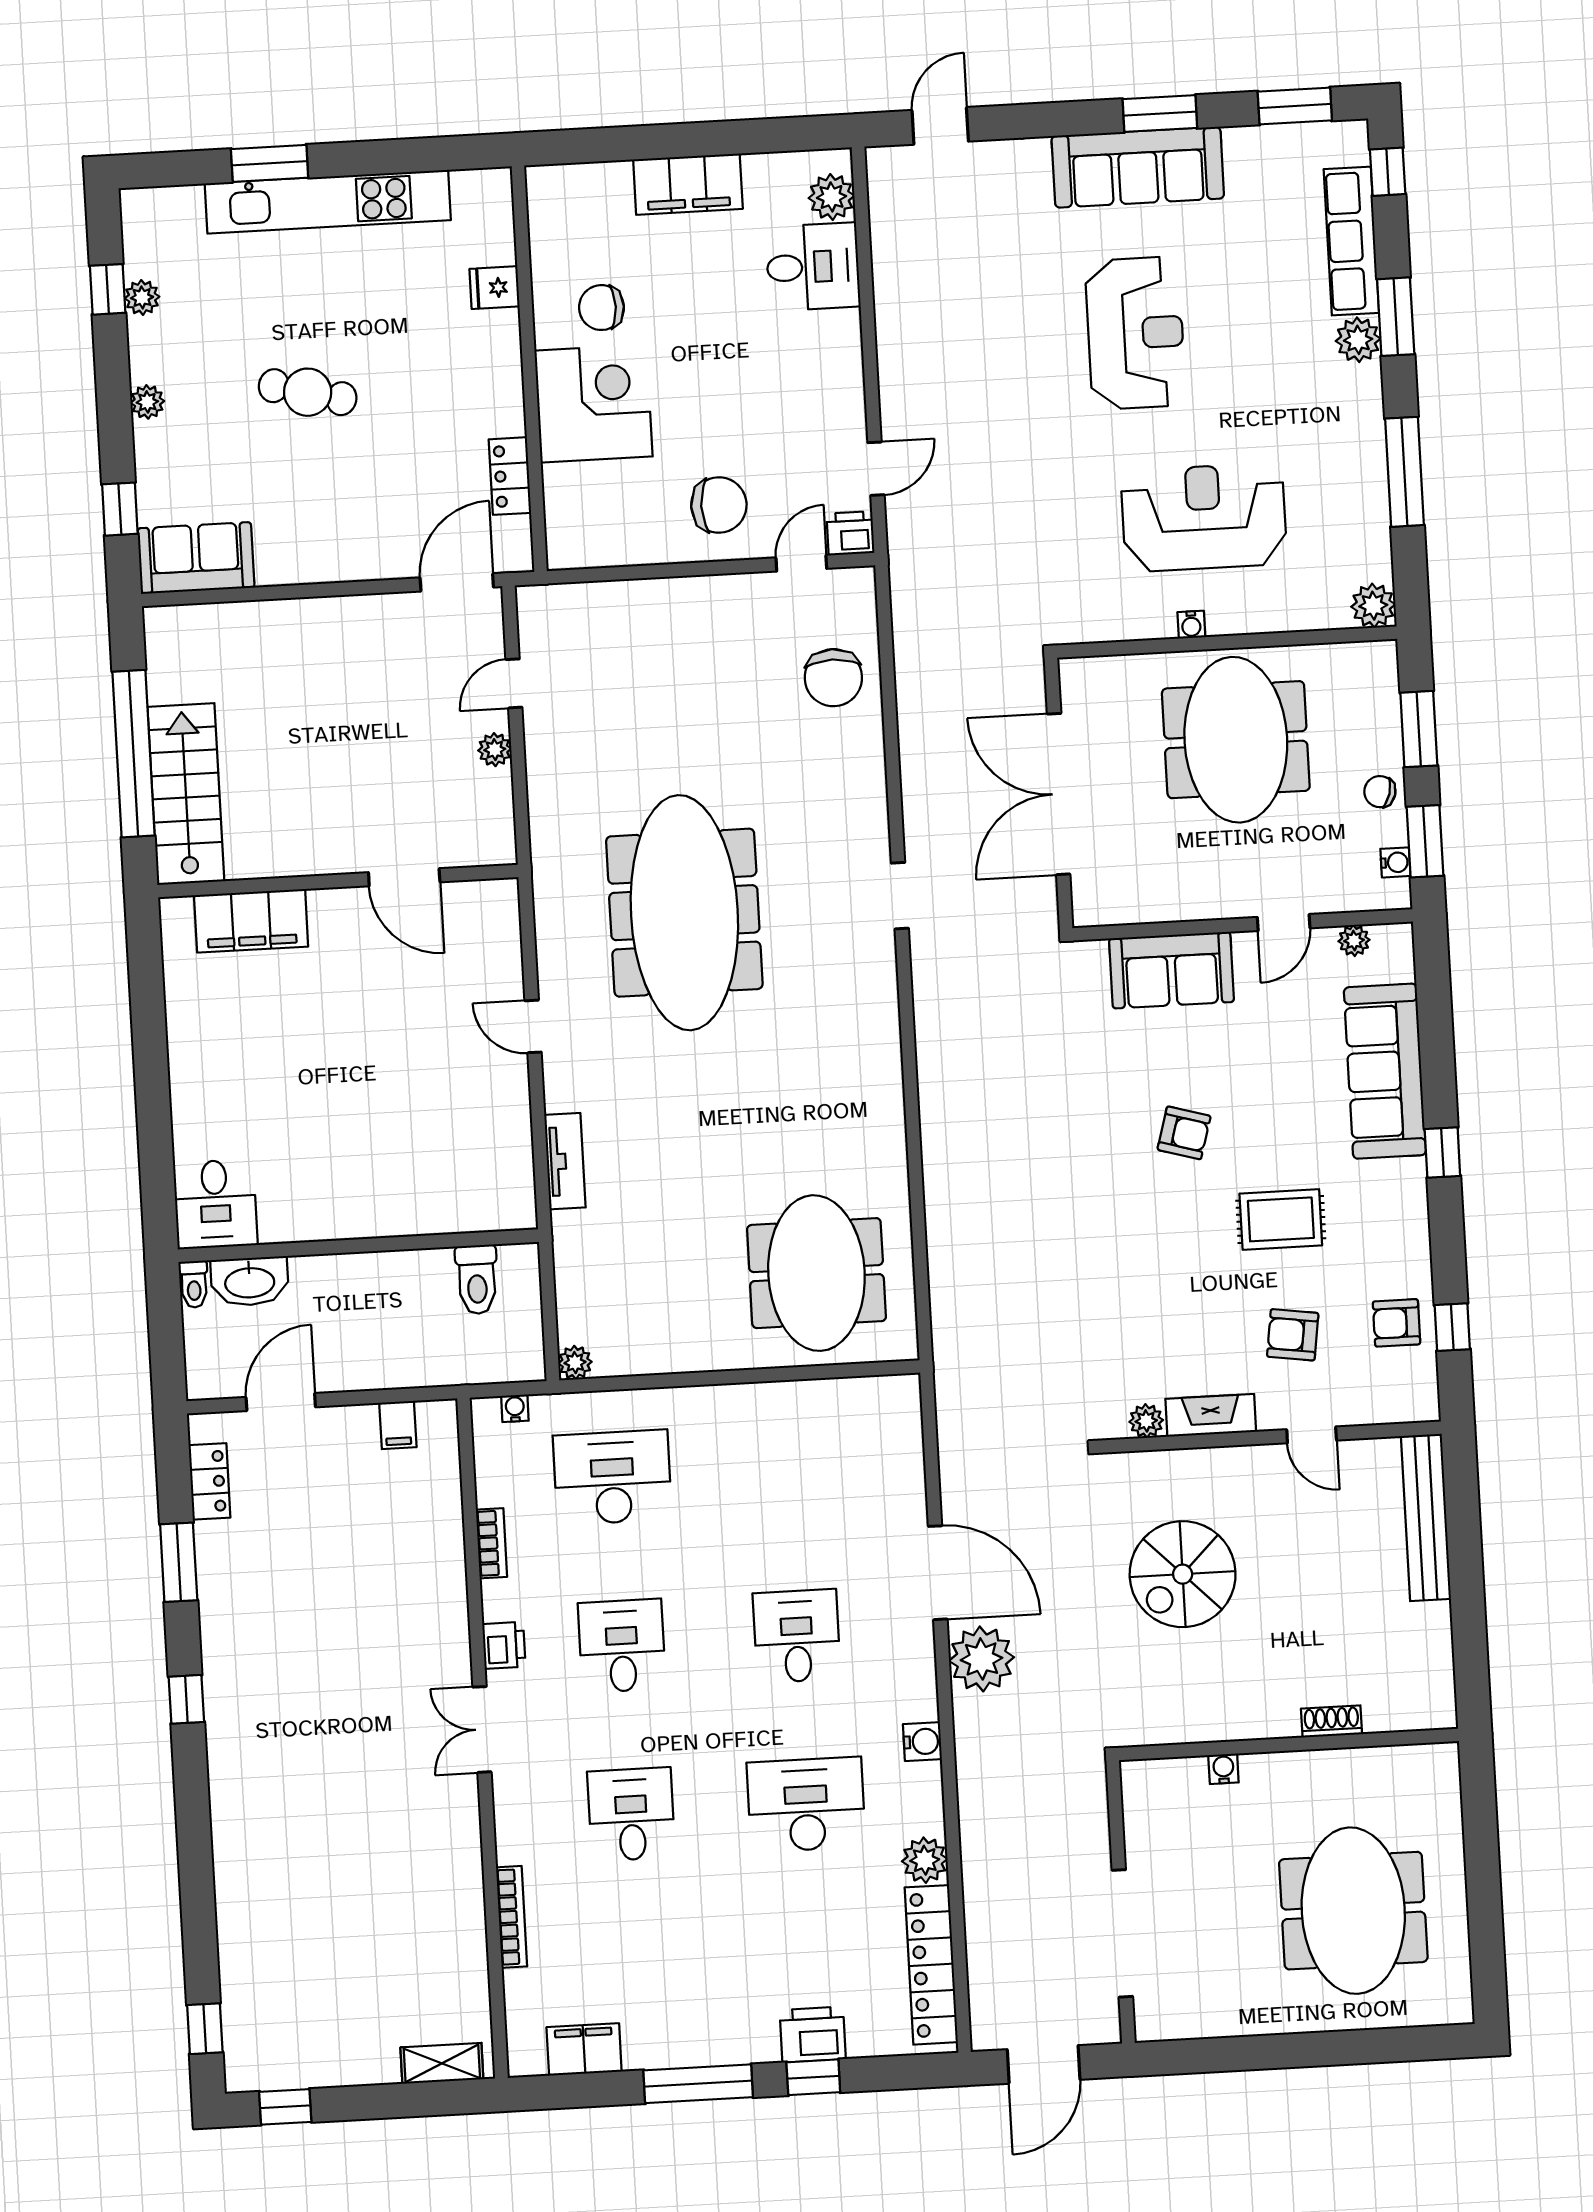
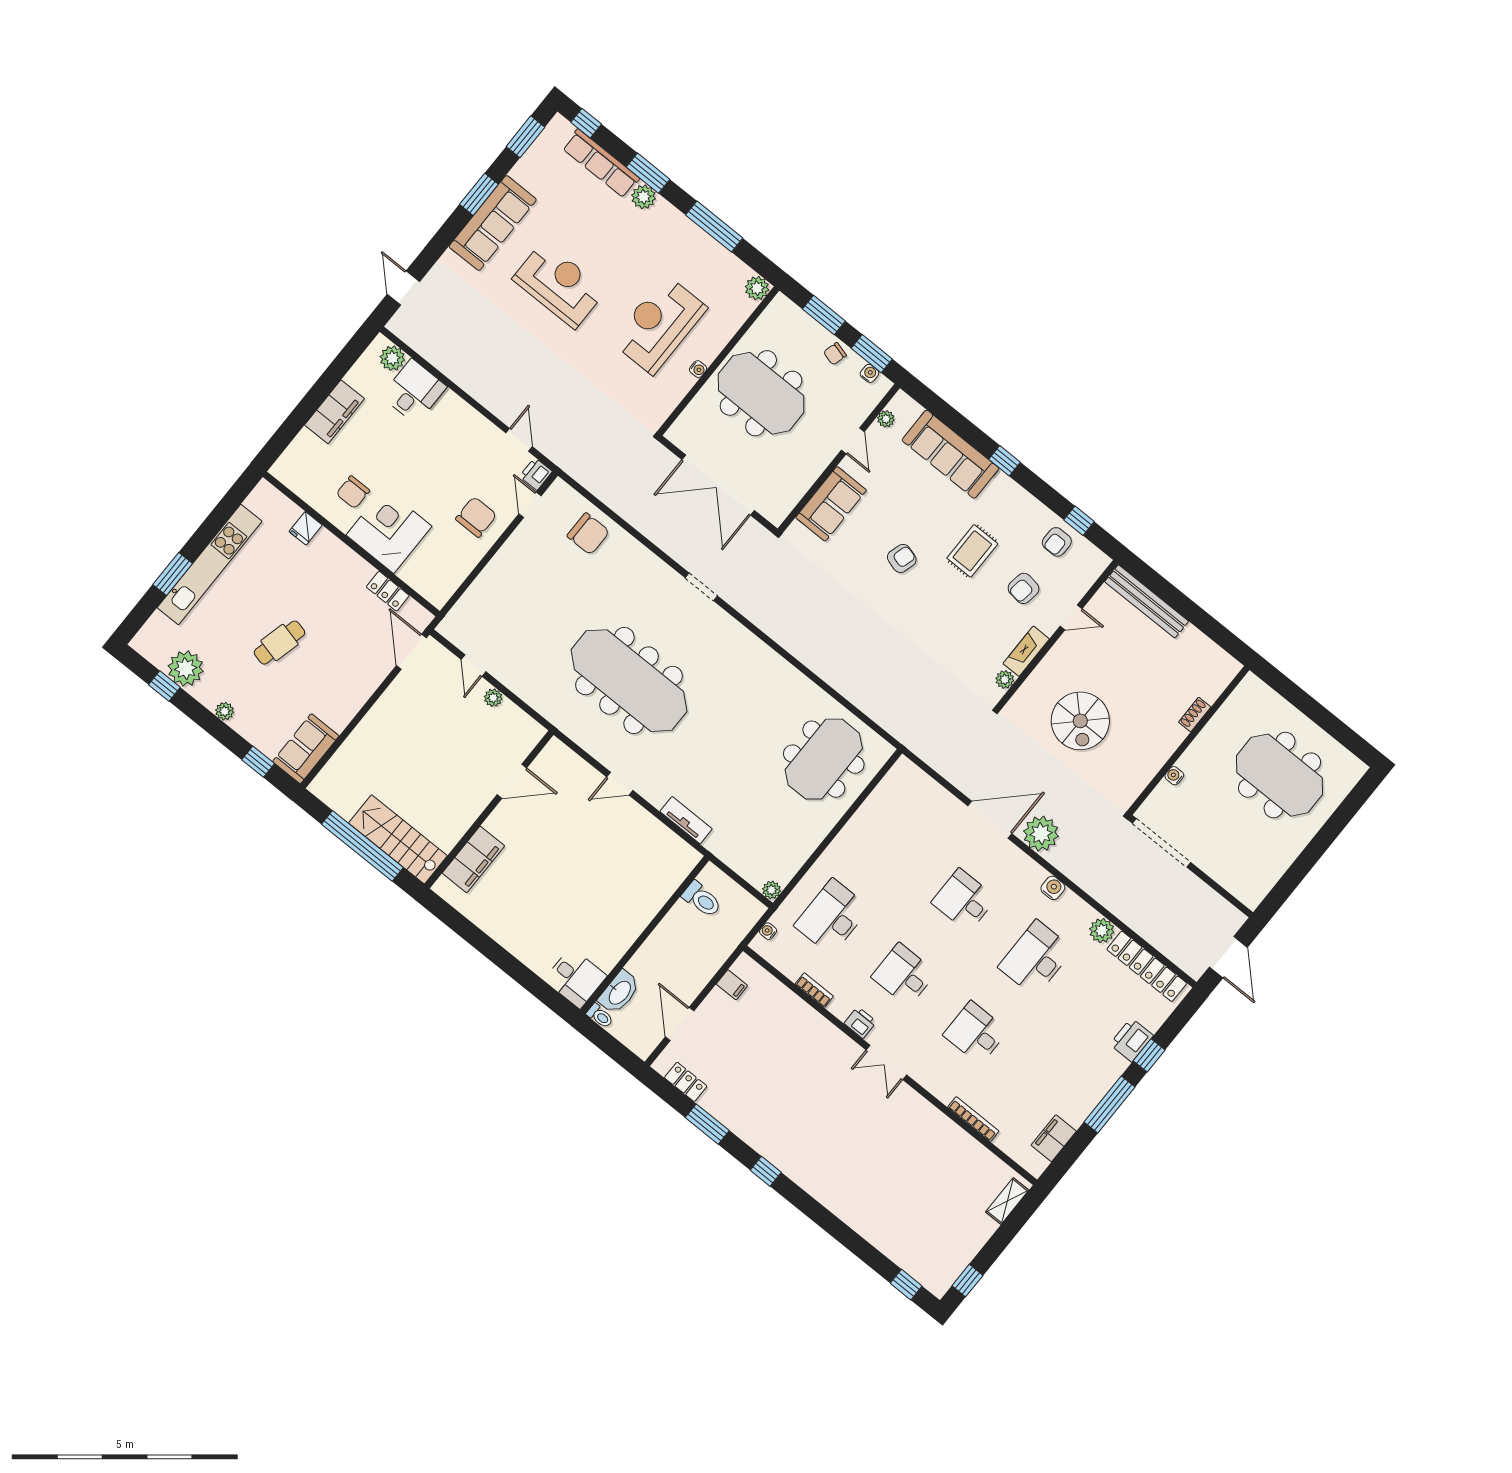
plant: (142, 297) -> (186, 668), width x1.87, depth x1.87
meeting table: (816, 1273) -> (824, 759), turned 90
doorway: (1122, 1933) -> (1161, 843), moved

